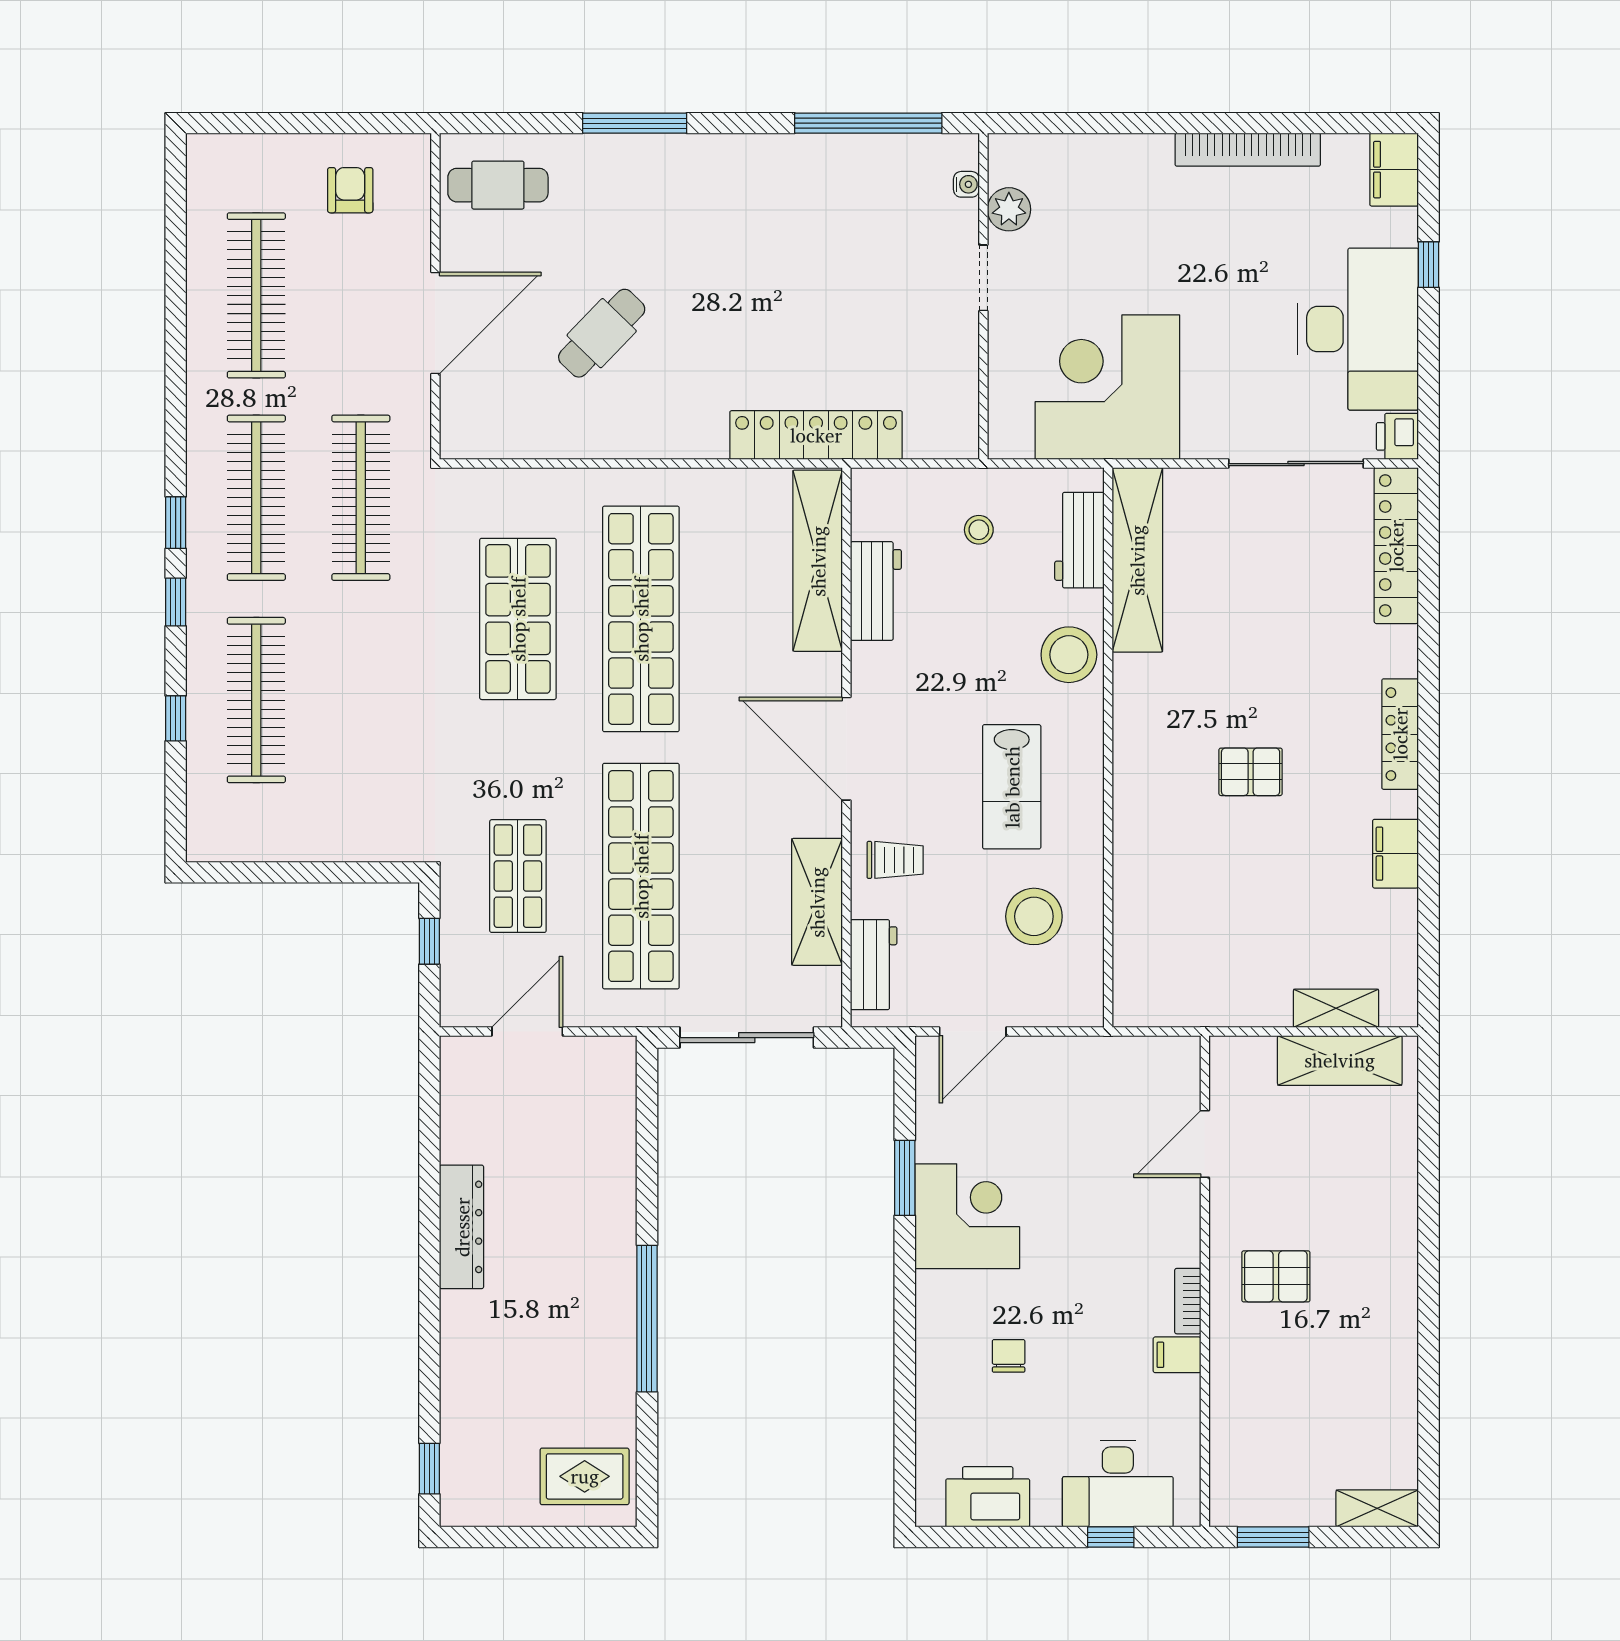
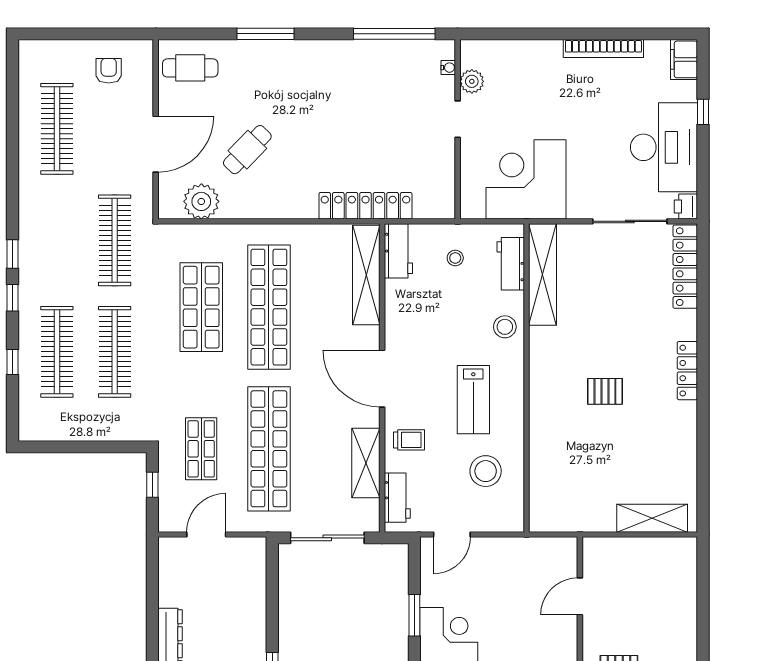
plant: (518, 427) -> (201, 201), added
clothes rail: (256, 498) -> (115, 352), moved
workbench: (876, 591) -> (398, 251), moved
stool: (1069, 655) -> (505, 327), width x0.73, depth x0.73
filing cabinet: (1395, 854) -> (685, 436), removed
shelving: (1336, 1008) -> (652, 518), width x1.50, depth x1.33
shelving: (1340, 1060) -> (654, 550), removed

